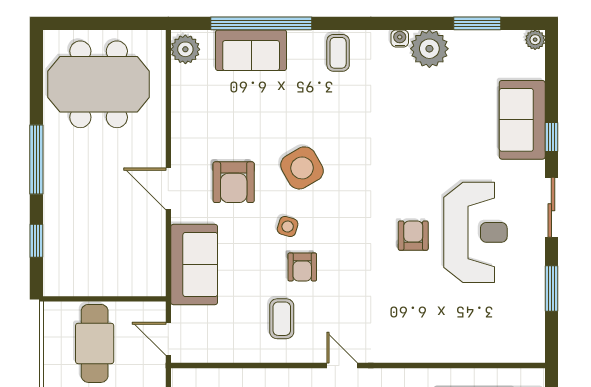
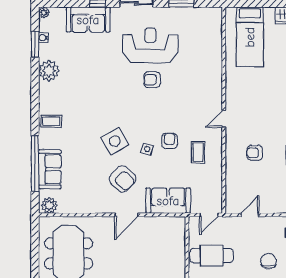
water cooler: (400, 38) -> (43, 38), moved
armchair: (234, 182) -> (123, 179), turned 43
armchair: (302, 267) -> (169, 141), turned -90
coffee table: (282, 319) -> (198, 152), turned 90

